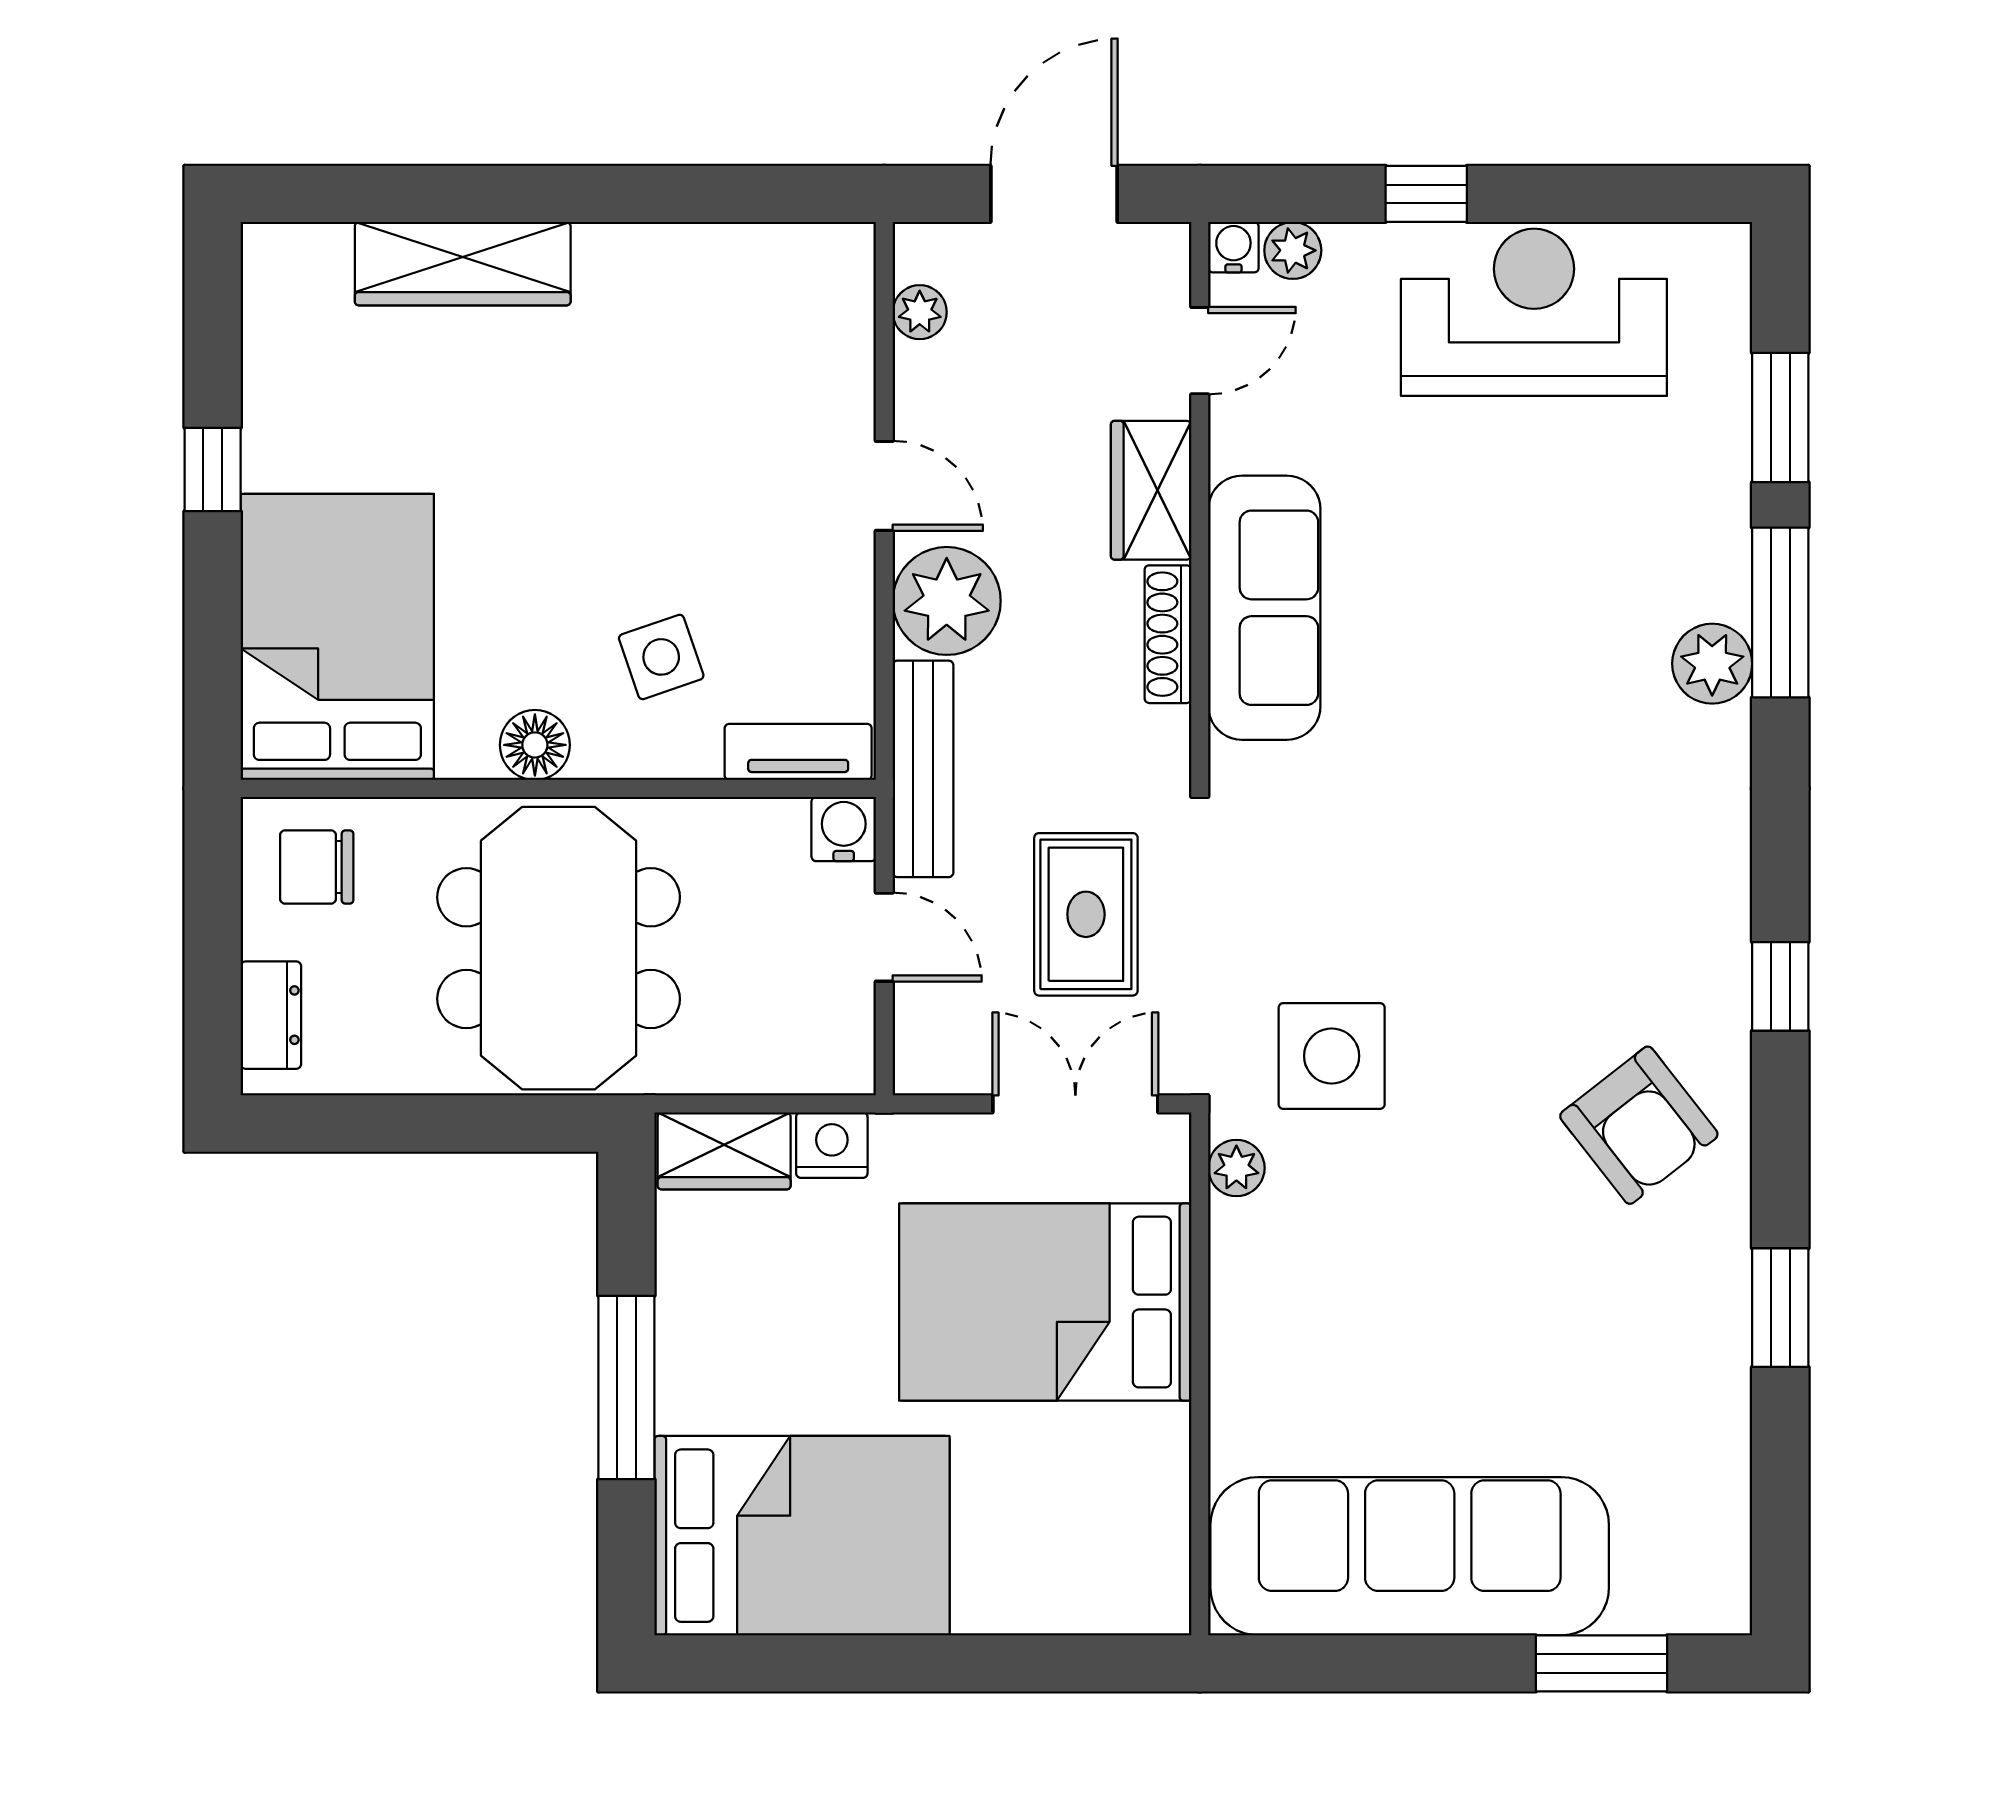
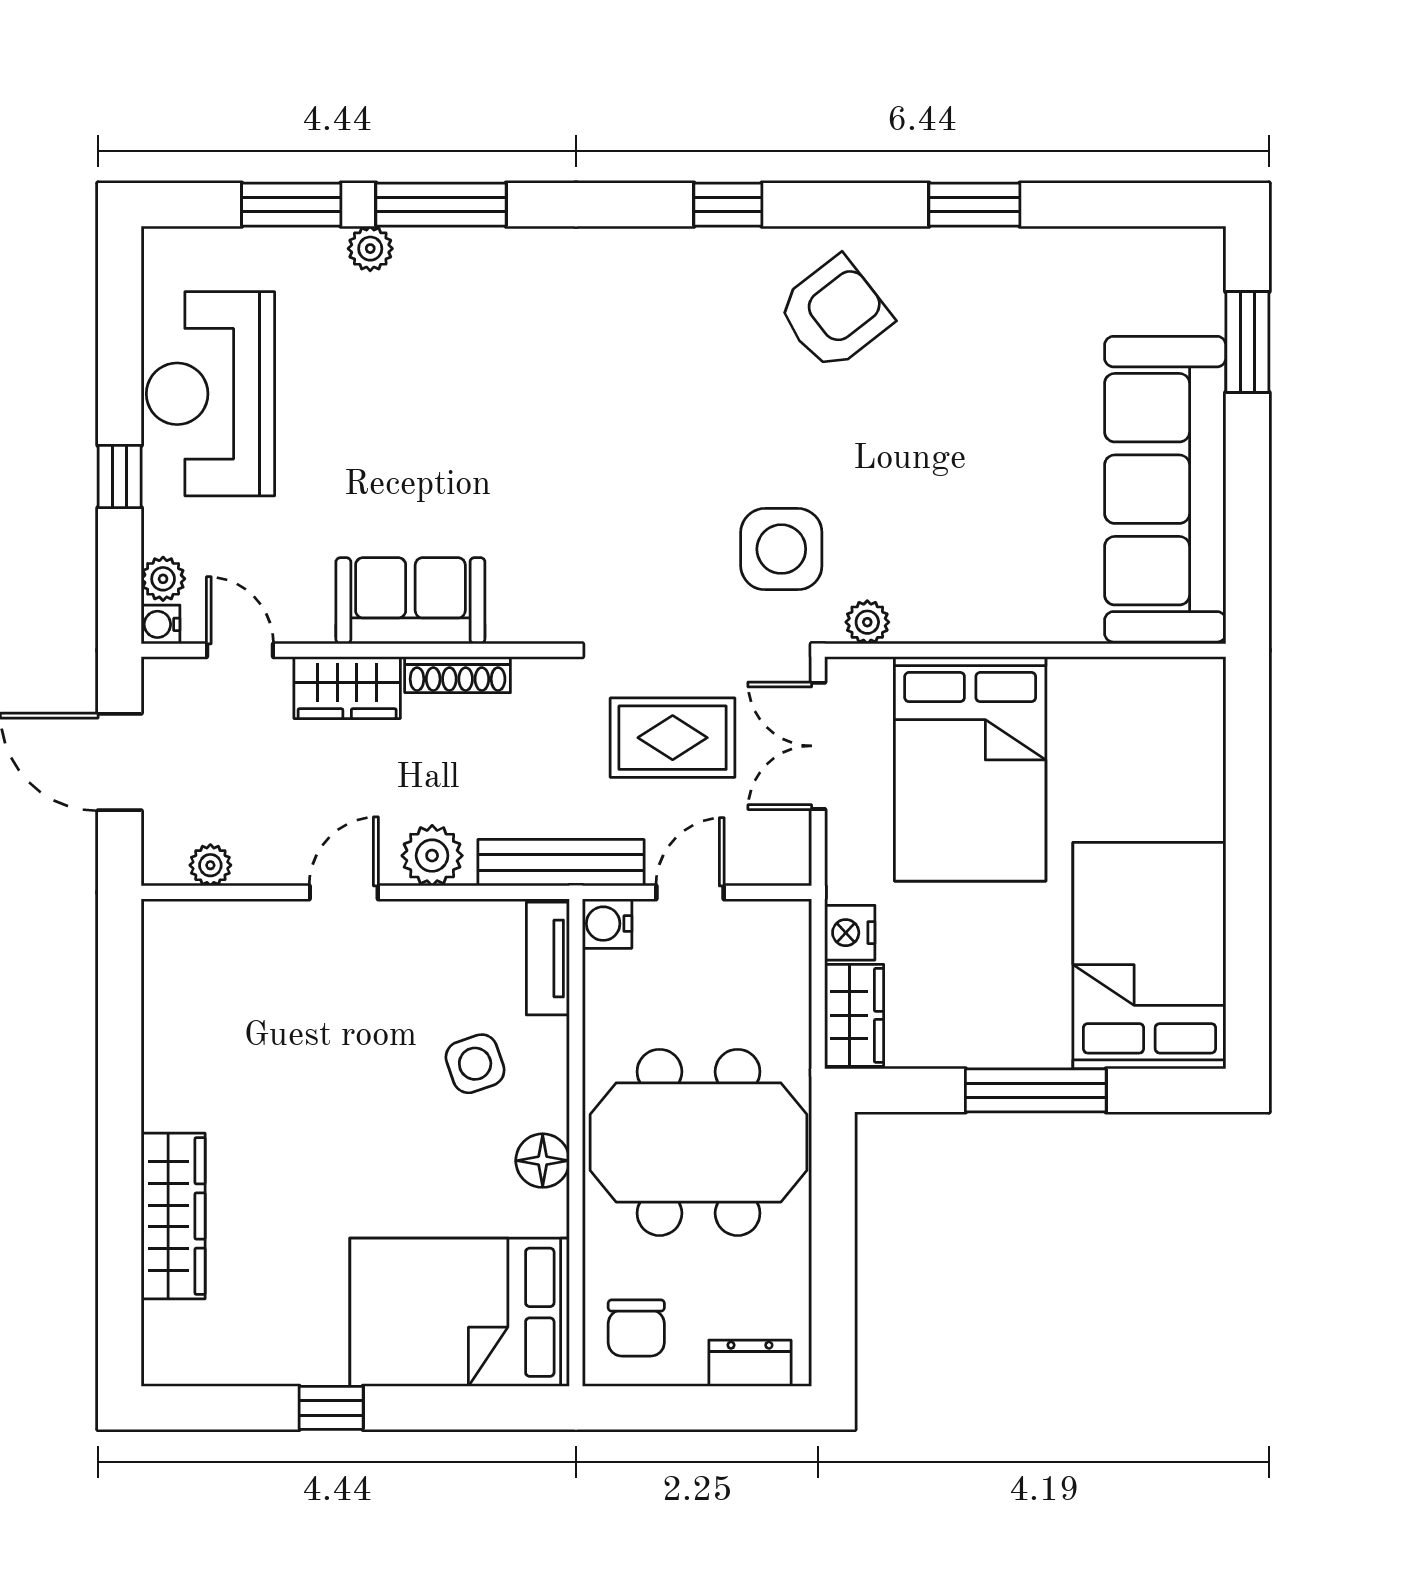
plant: (947, 601) -> (432, 856), width x0.73, depth x0.73
sofa: (1264, 608) -> (410, 601), width x0.73
plant: (1712, 664) -> (370, 249), moved, width x0.73, depth x0.73

